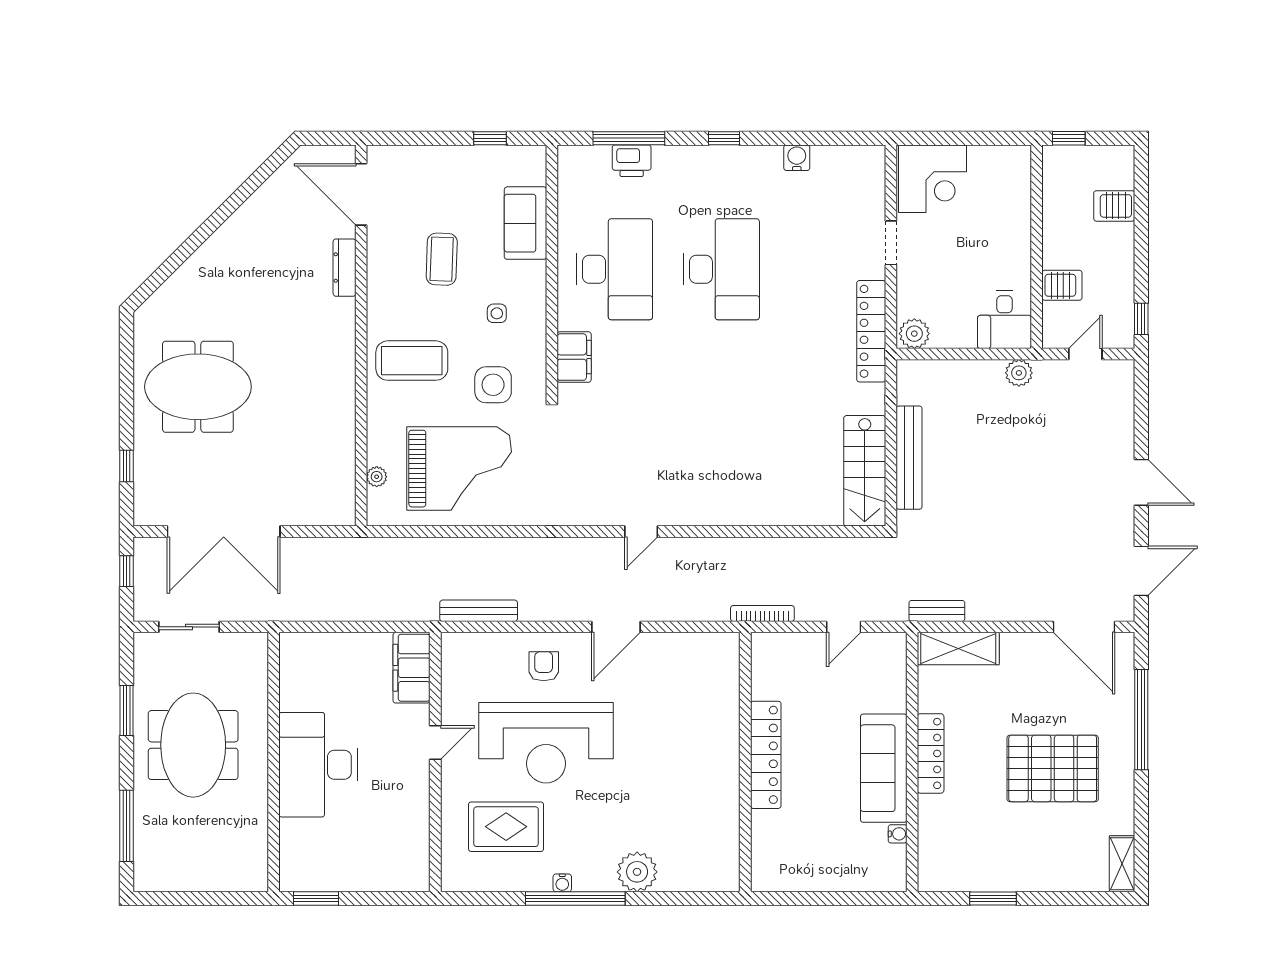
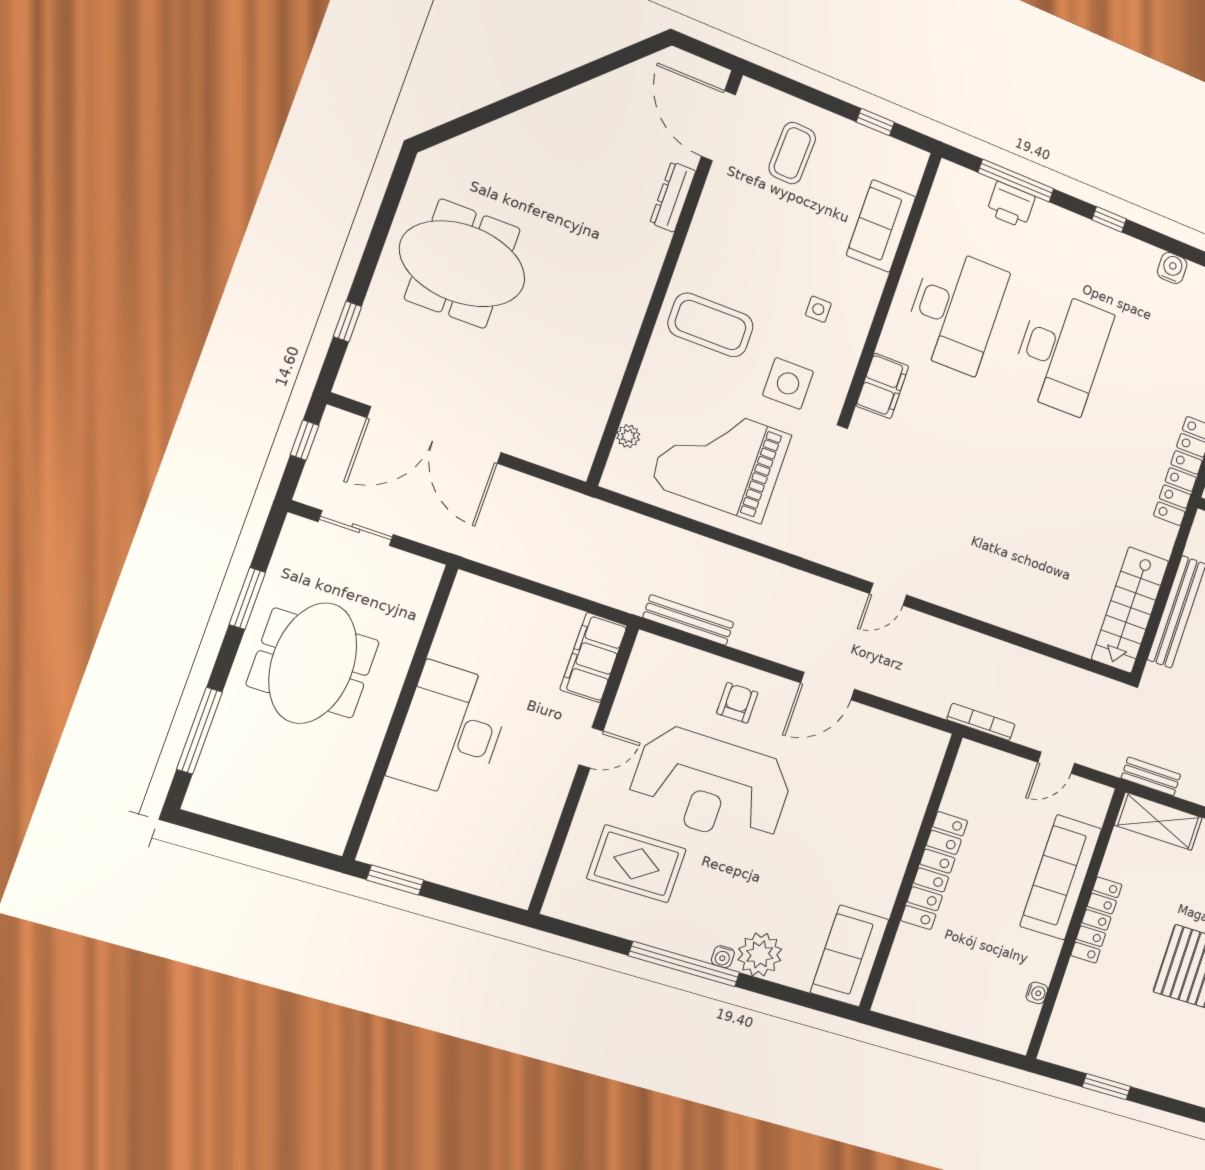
coffee table: (442, 259) -> (792, 153), moved
grand piano: (459, 469) -> (721, 460), turned 180
sofa: (884, 768) -> (1061, 877), moved
sofa: (716, 850) -> (850, 956), added
water cooler: (562, 883) -> (723, 957), moved

